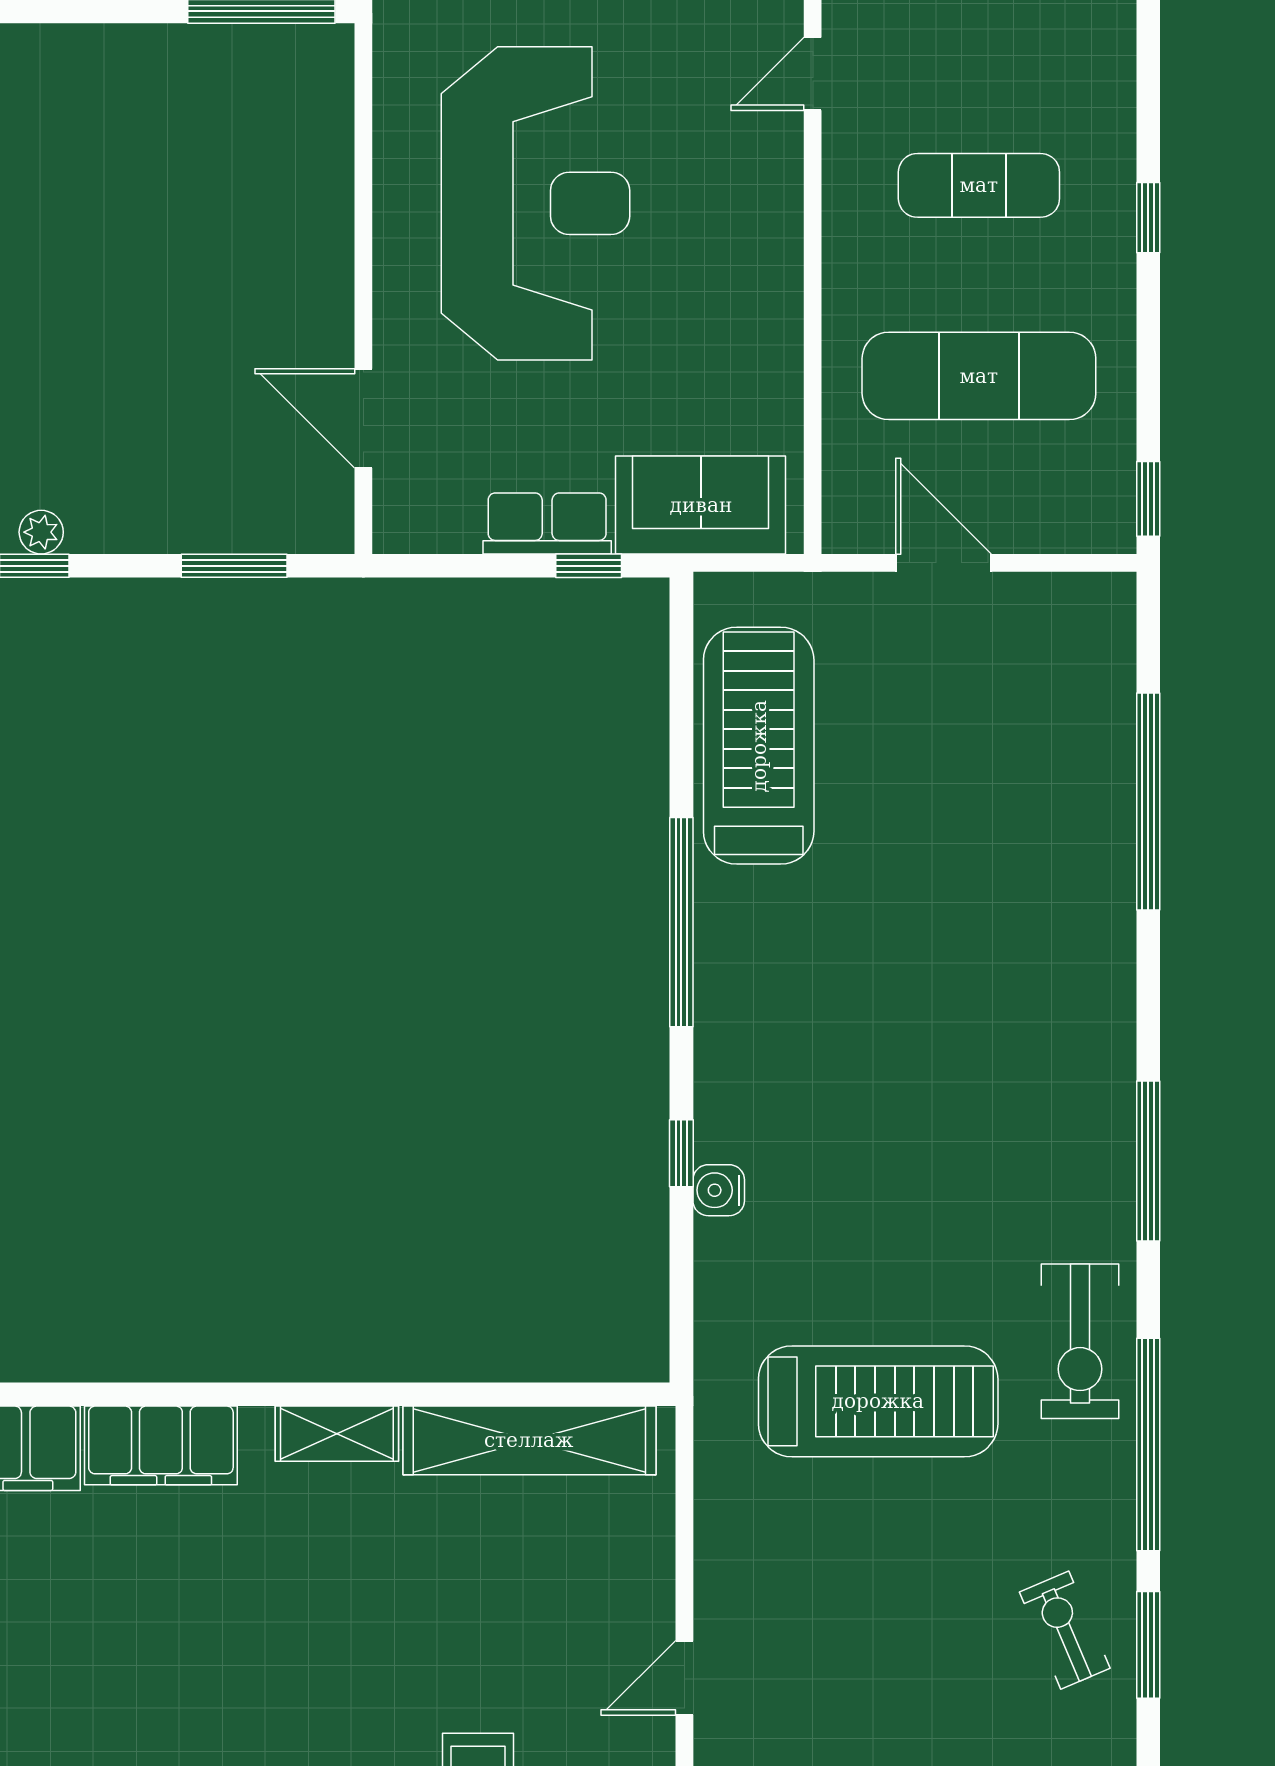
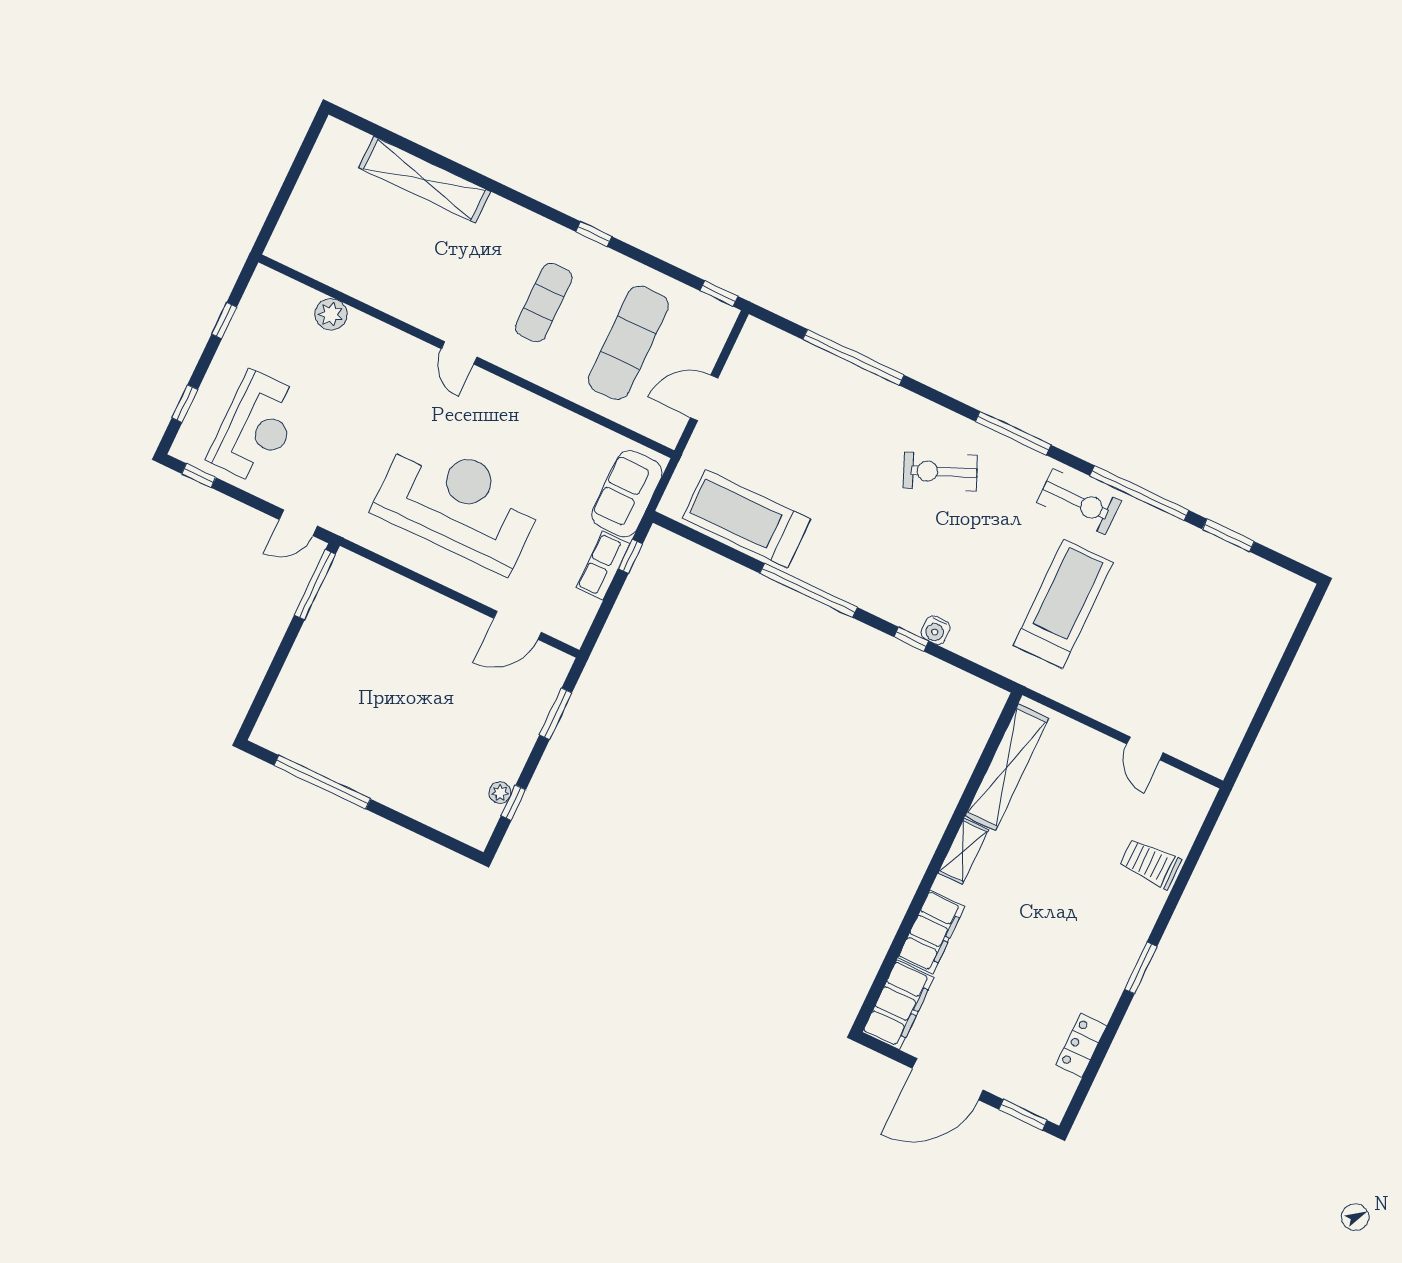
exercise bike: (1065, 1630) -> (940, 472), moved, width x1.38, depth x1.39

